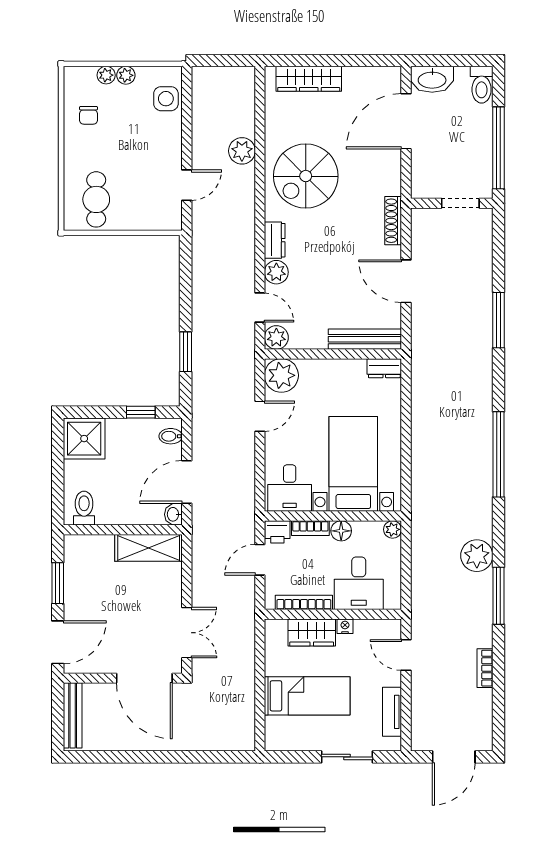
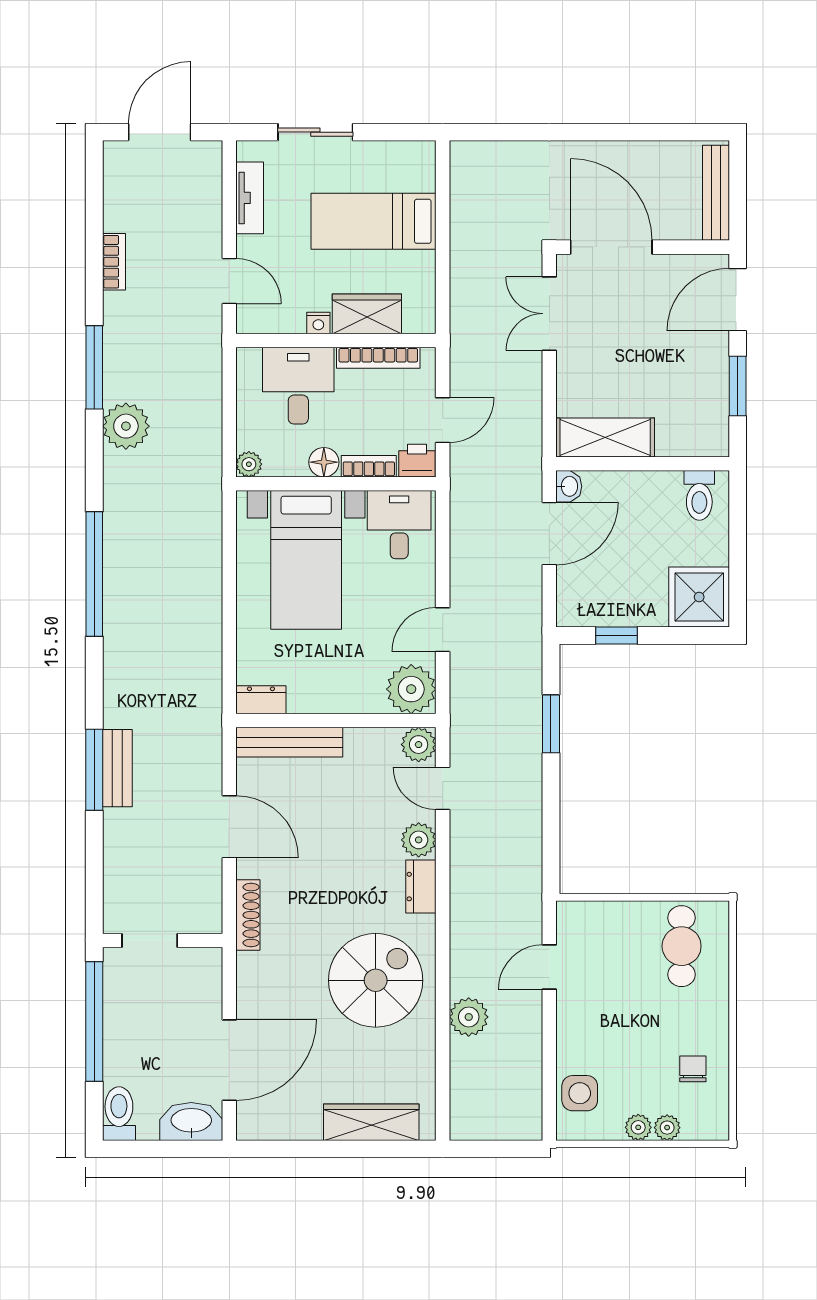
bench: (483, 321) -> (117, 768), added
bidet: (171, 436) -> (573, 600), removed

